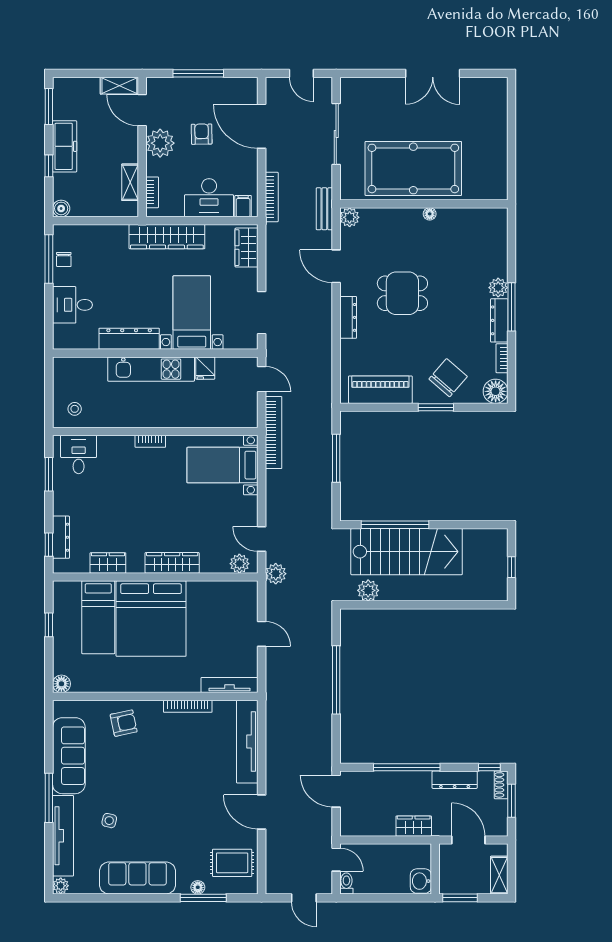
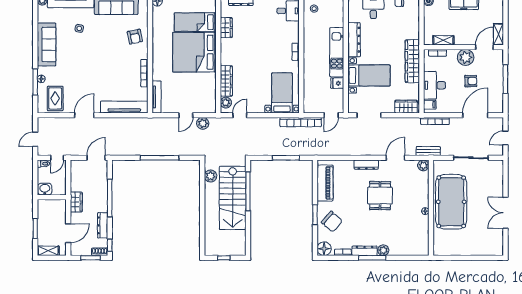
wardrobe: (172, 563) -> (226, 81), moved
plant: (276, 574) -> (203, 123), moved
wall: (435, 869) -> (52, 197), moved
washbasin: (421, 881) -> (45, 189), moved

